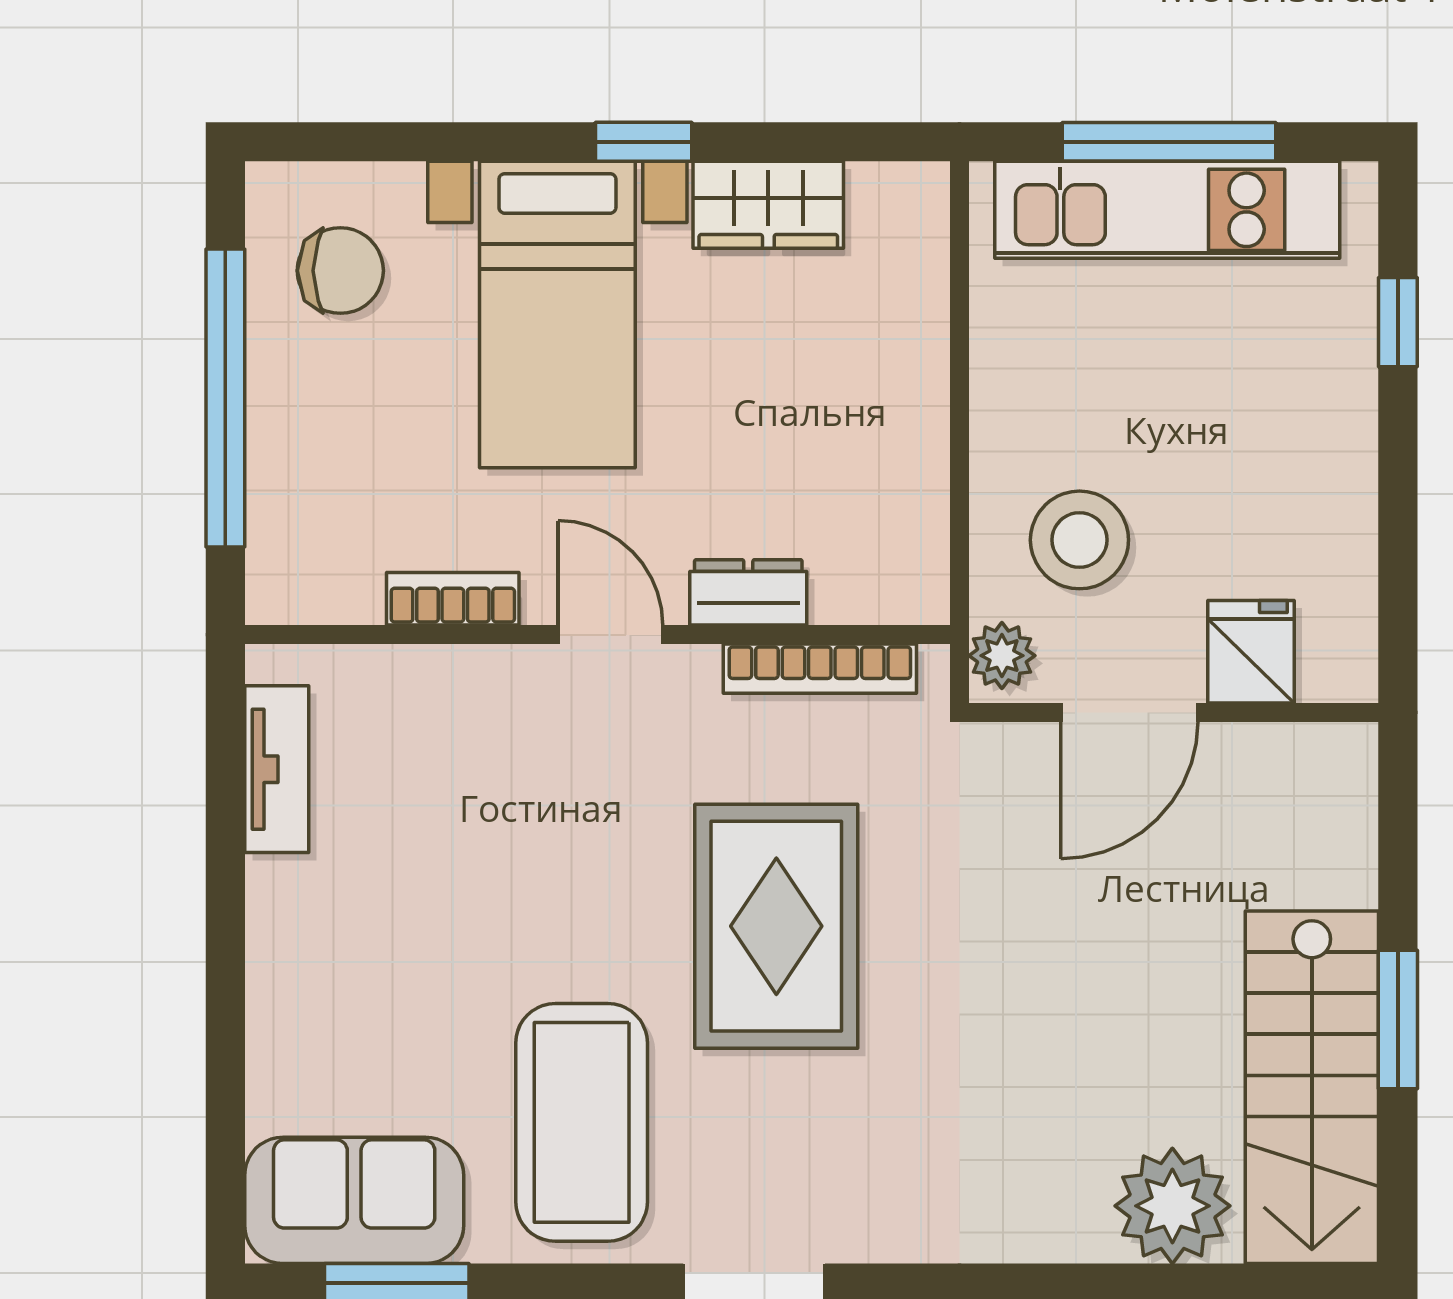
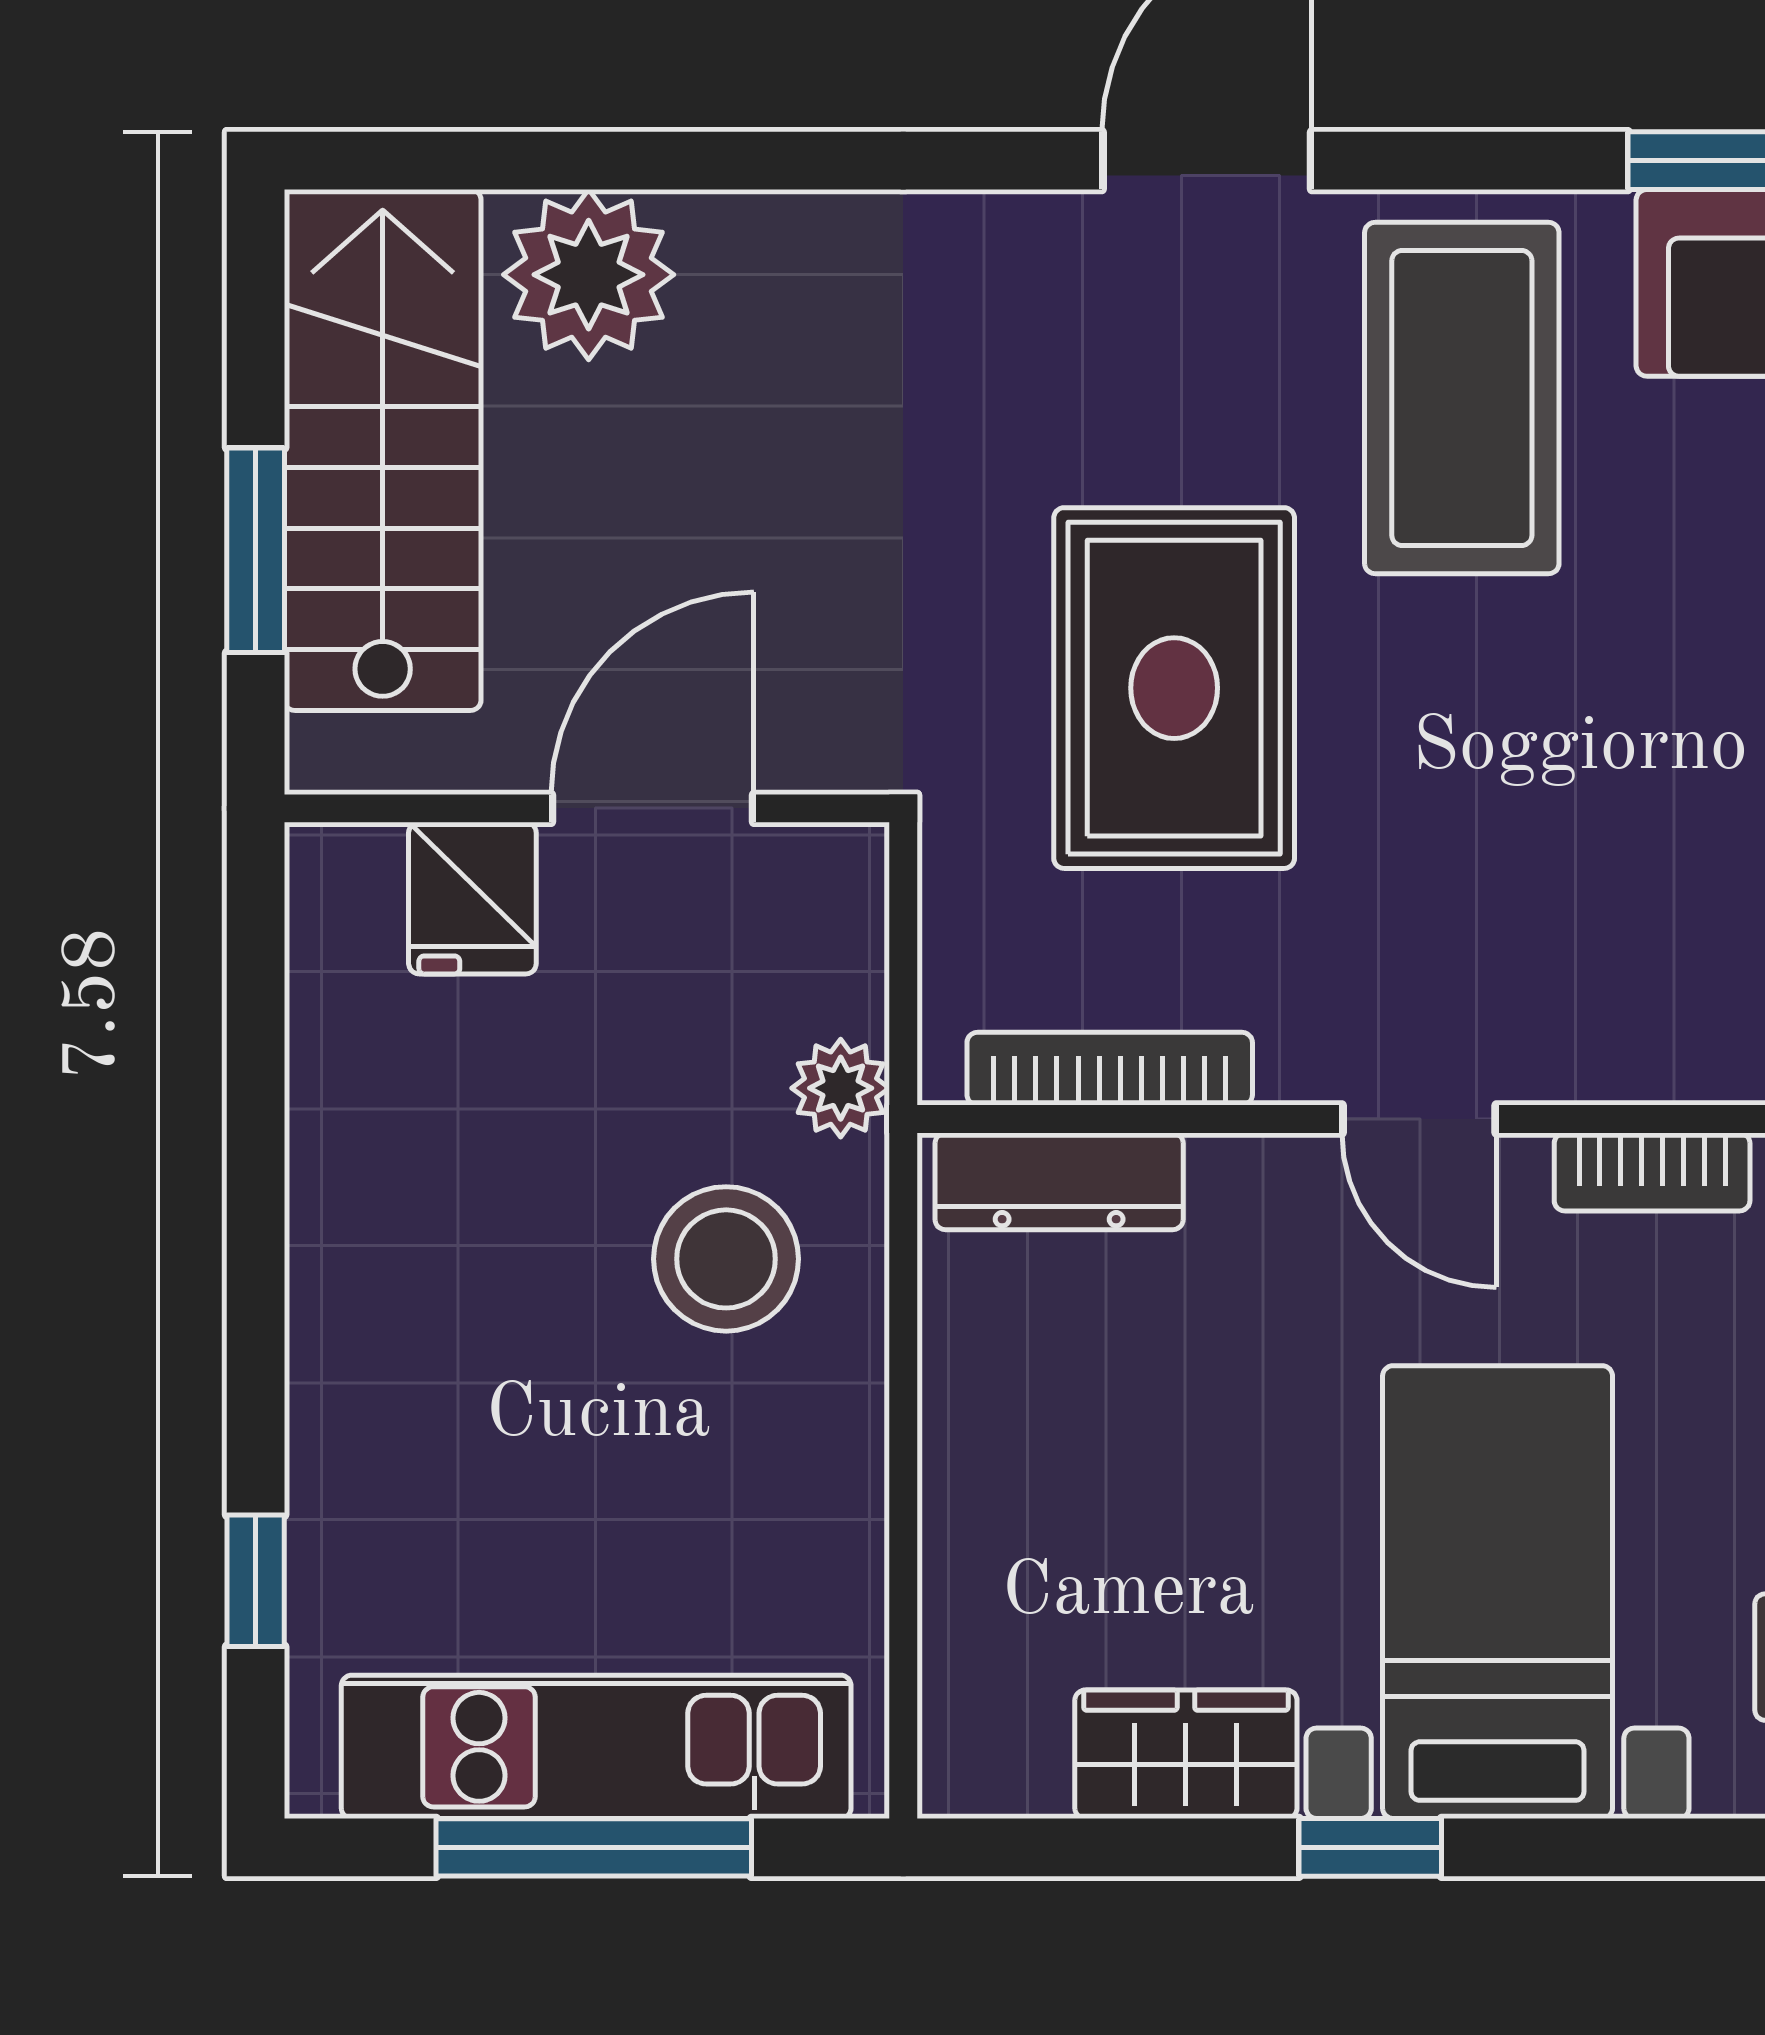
dresser: (748, 592) -> (1059, 1181), moved, width x1.44
fridge: (1251, 652) -> (472, 898), moved
door: (1129, 712) -> (652, 808), moved
wall: (1174, 712) -> (587, 808), moved

